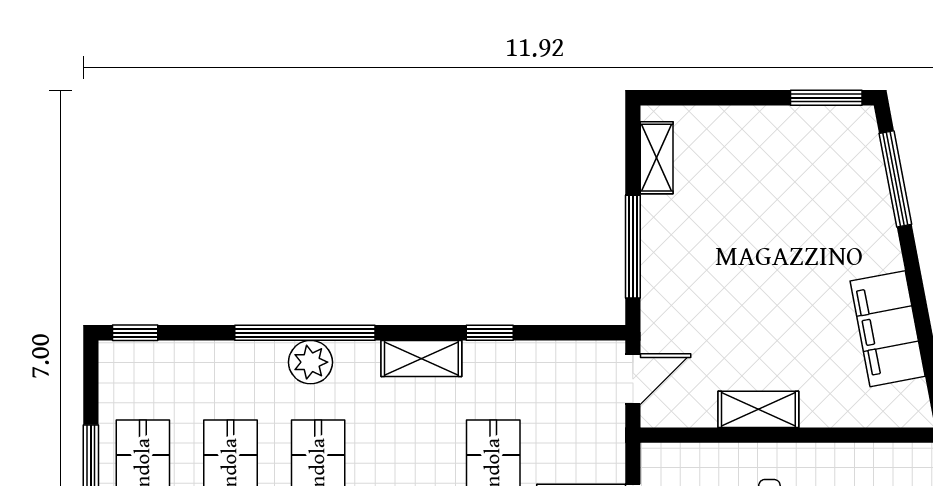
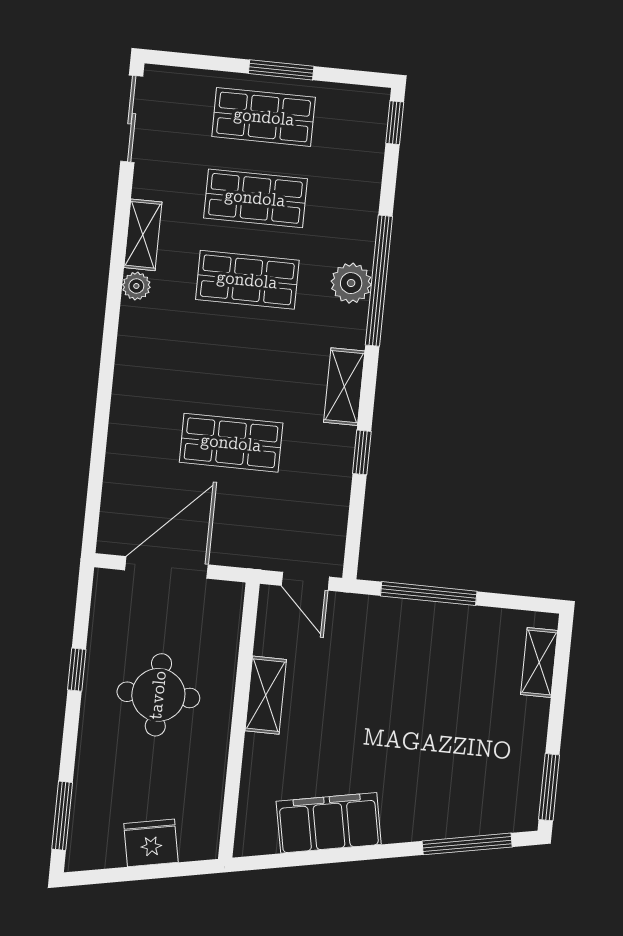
shelving: (657, 158) -> (539, 663), moved, turned 90

